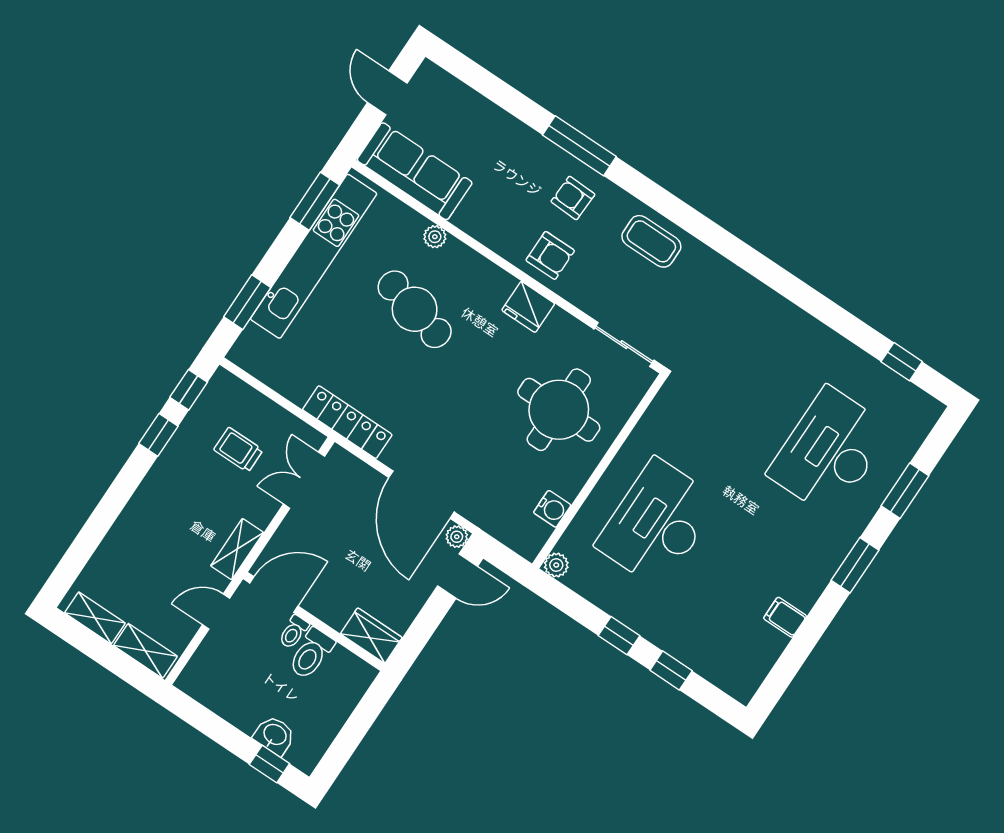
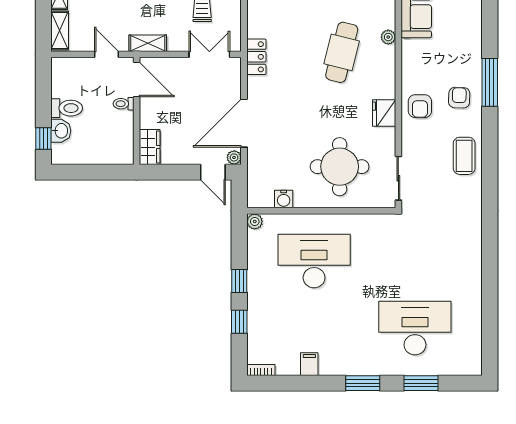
window: (902, 362) -> (490, 335), removed
locker: (347, 422) -> (256, 57), width x0.66
toilet: (311, 654) -> (67, 108), moved, turned 180
bookcase: (751, 684) -> (261, 370), added

